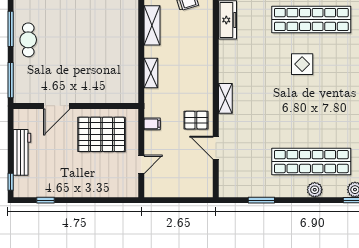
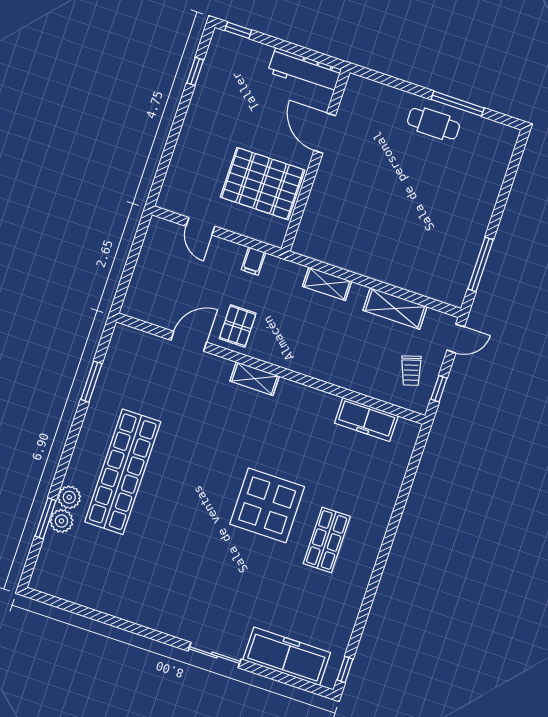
shop shelf: (311, 20) -> (327, 540), width x0.50, depth x0.74
display table: (302, 64) -> (267, 505), width x1.86, depth x1.86
window: (11, 80) -> (384, 79), removed
pallet: (102, 134) -> (263, 184), turned 90
workbench: (22, 152) -> (304, 71), moved
plant: (315, 190) -> (69, 497), moved

